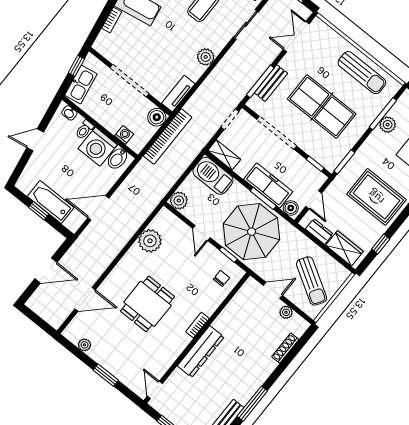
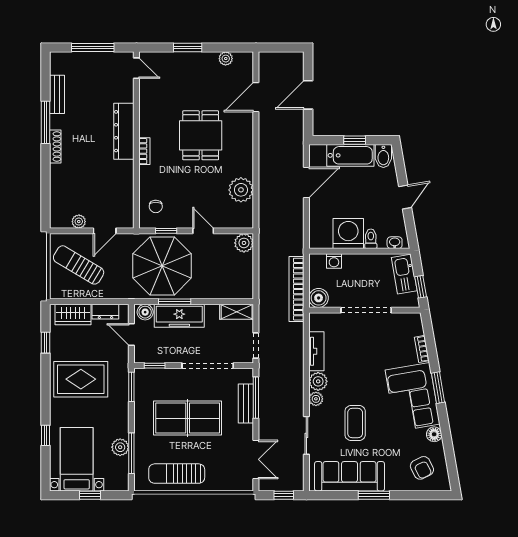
plant: (218, 46) -> (316, 399), added
tv unit: (178, 94) -> (316, 351), moved
bidet: (118, 158) -> (383, 156), moved, turned 180
barbecue: (213, 176) -> (232, 287), removed
shoe rack: (285, 348) -> (55, 146), moved

